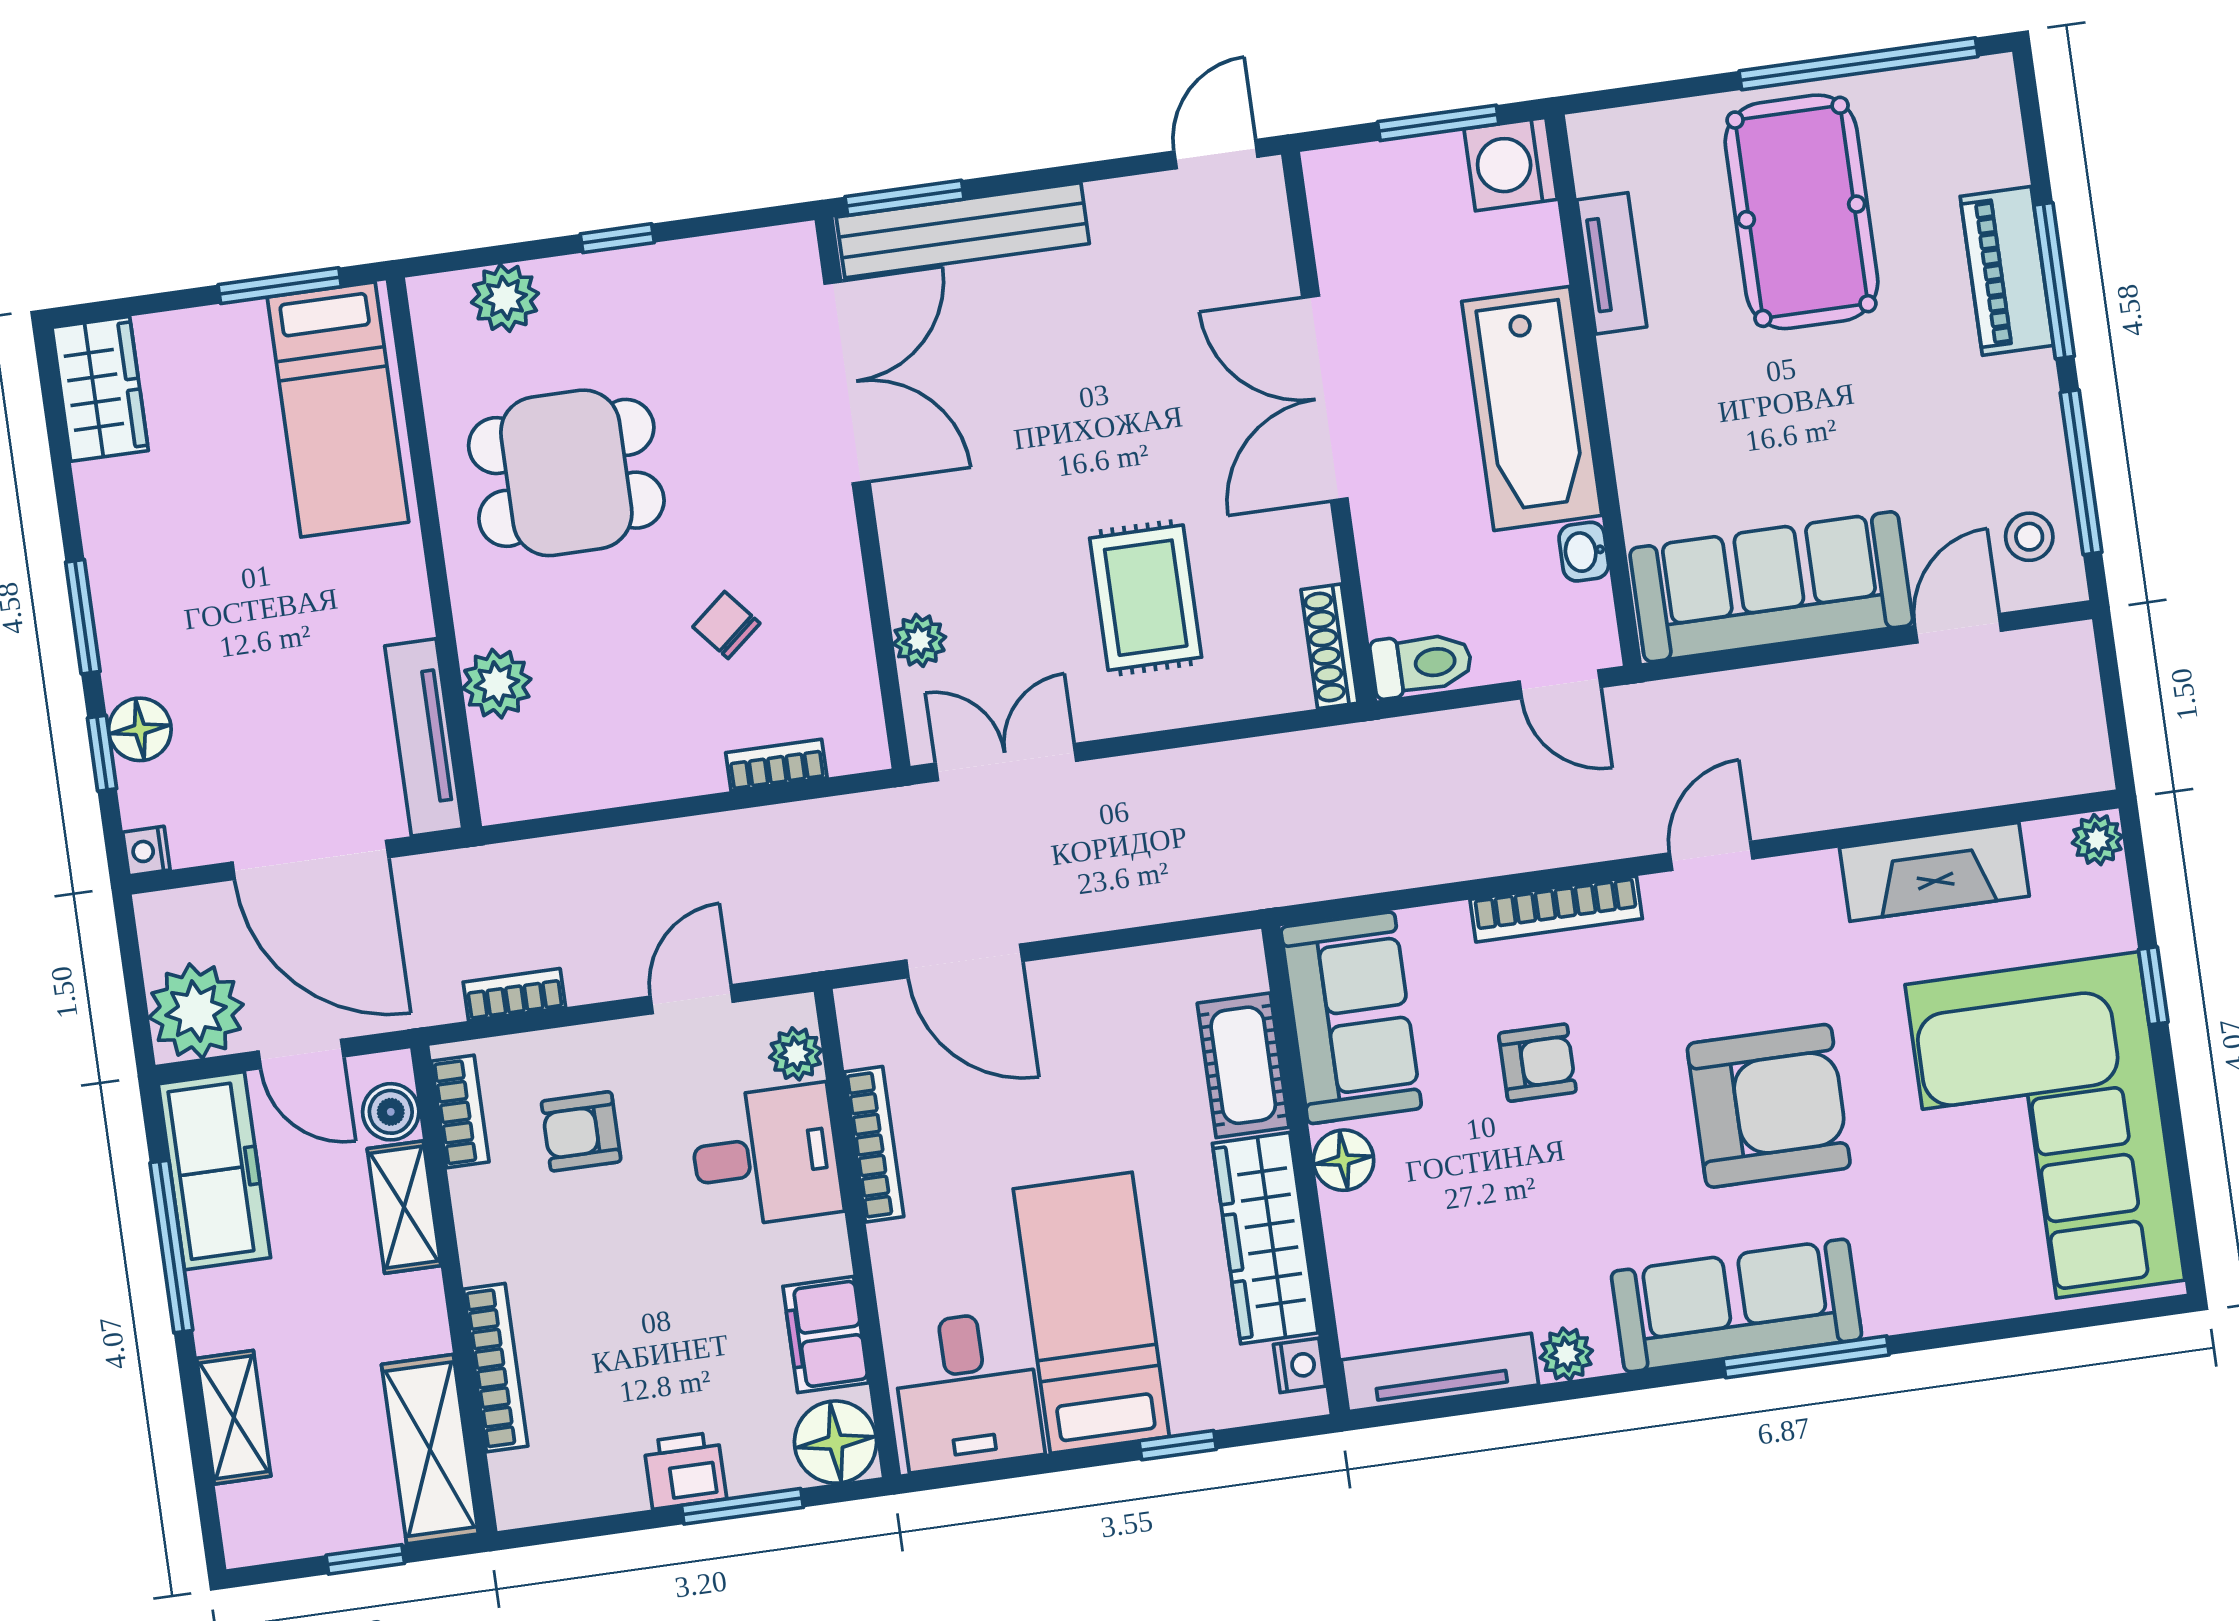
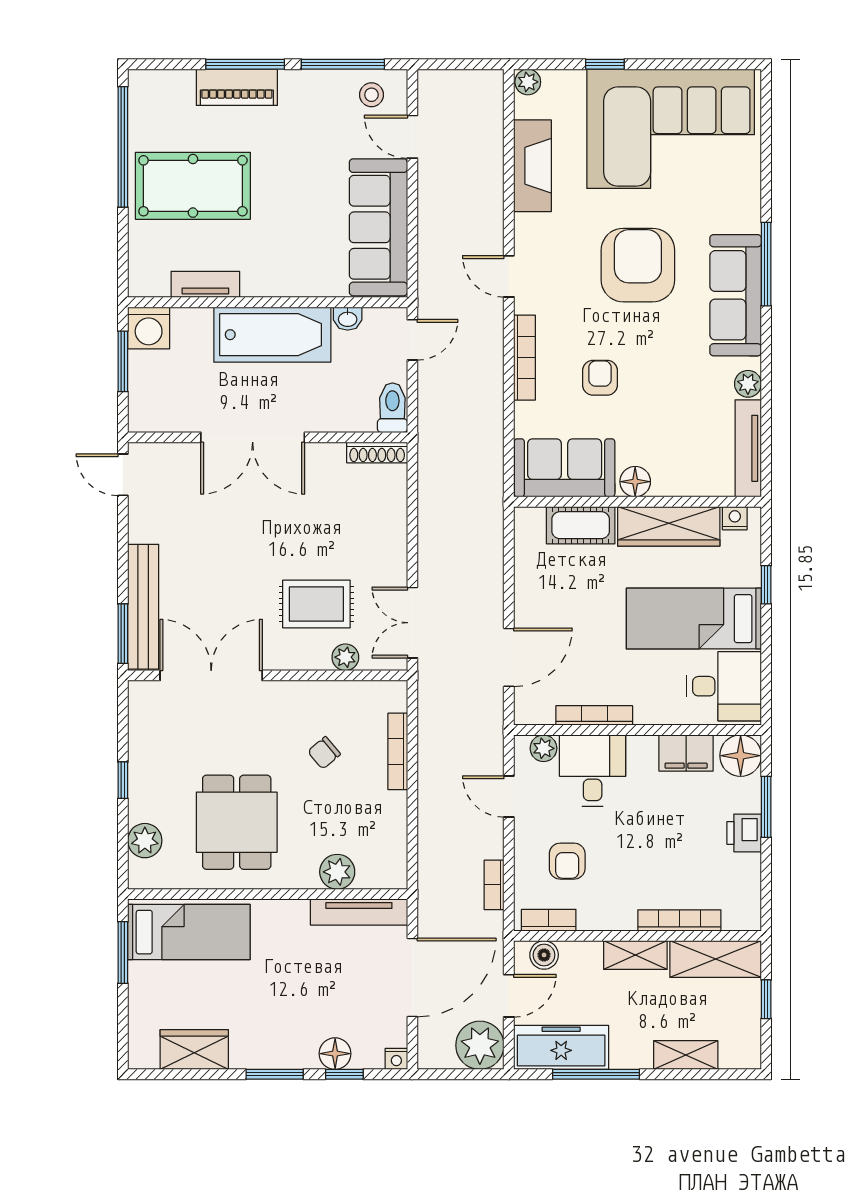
wardrobe: (100, 389) -> (194, 1050), moved
rug: (1146, 598) -> (316, 604), moved
bookcase: (776, 765) -> (398, 751), width x1.56
shelving: (404, 1207) -> (635, 955), moved

